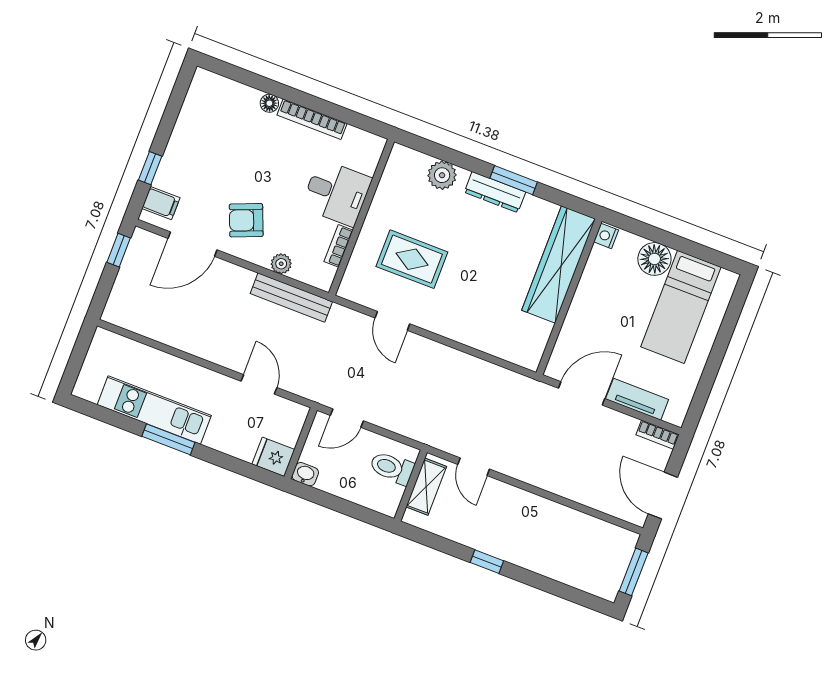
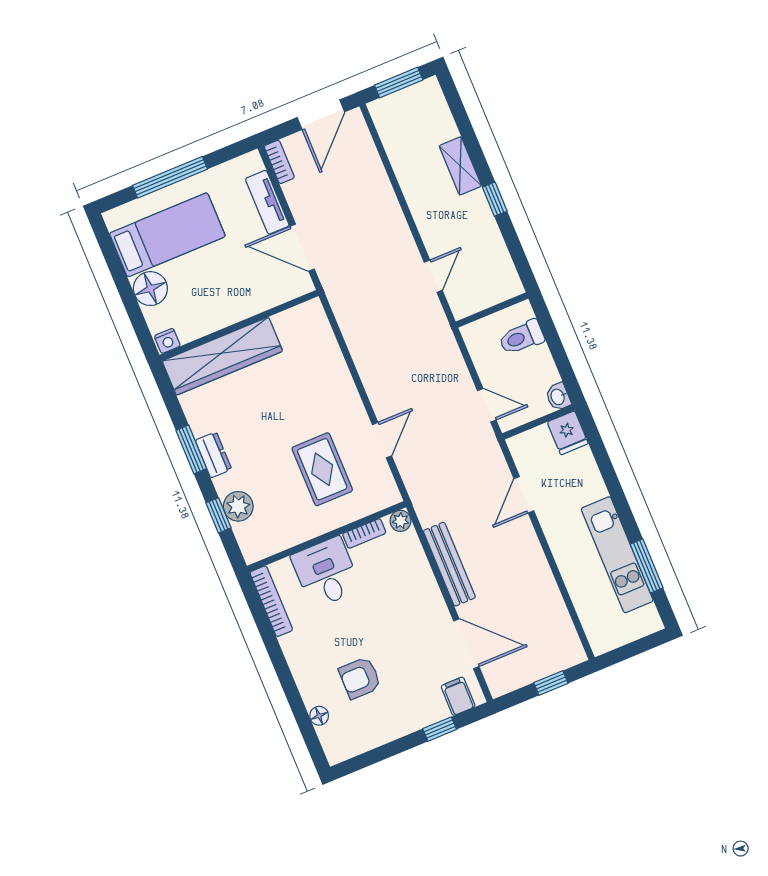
floor lamp: (269, 103) -> (319, 716), moved
bookcase: (312, 119) -> (271, 601), moved
window: (449, 155) -> (218, 515), added
dresser: (495, 192) -> (213, 455), width x0.70
armchair: (246, 220) -> (360, 678), moved, turned 112
window: (119, 250) -> (551, 683), moved
plant: (281, 264) -> (400, 521), moved
bench: (291, 297) -> (449, 564), moved
window: (720, 347) -> (170, 177), added
window: (168, 439) -> (647, 566), moved
toilet: (392, 468) -> (522, 337), moved, turned 90
shelving: (426, 487) -> (460, 166), moved, turned 90

